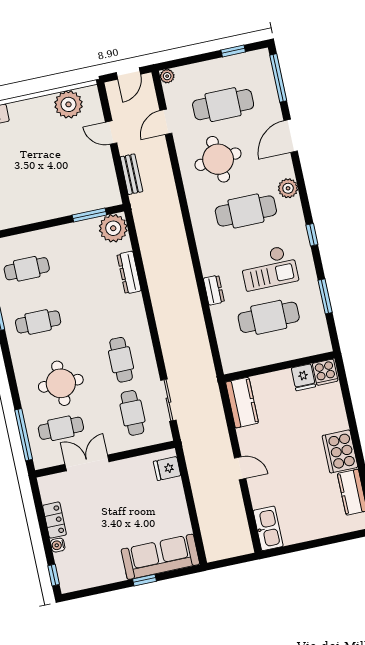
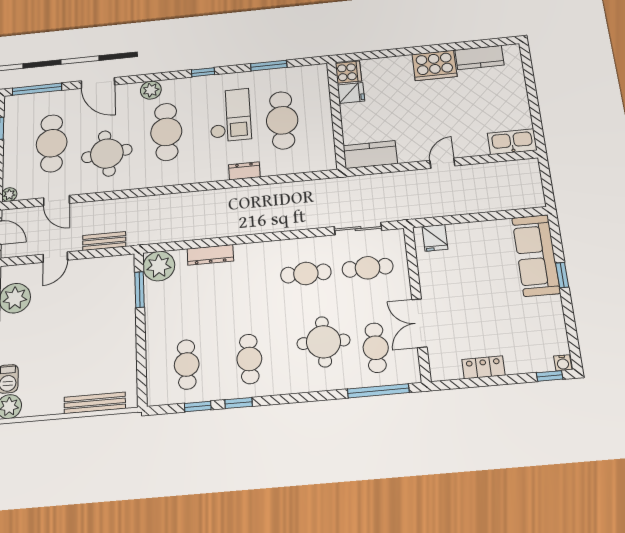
water cooler: (58, 545) -> (563, 363), moved

